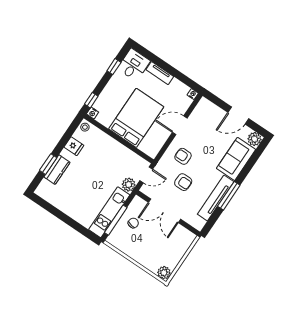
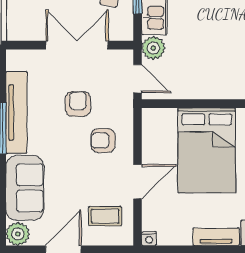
coffee table: (207, 119) -> (105, 216), added
armchair: (183, 156) -> (103, 141), turned 180
door: (146, 175) -> (138, 79), swing flipped
armchair: (183, 182) -> (78, 104), turned 90

